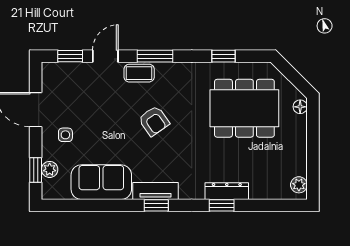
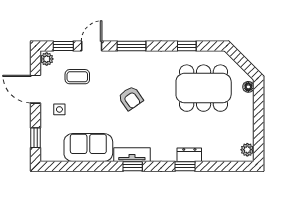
coffee table: (139, 73) -> (77, 77), moved
plant: (50, 169) -> (47, 59), moved
dresser: (227, 191) -> (189, 155), width x0.70

